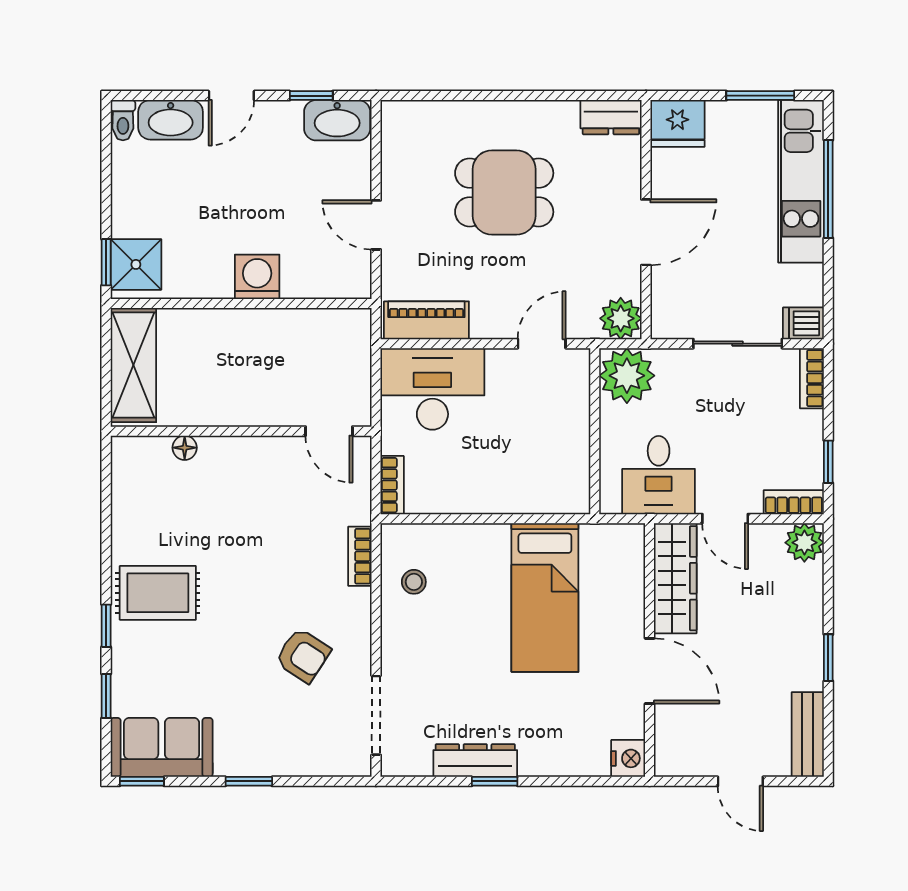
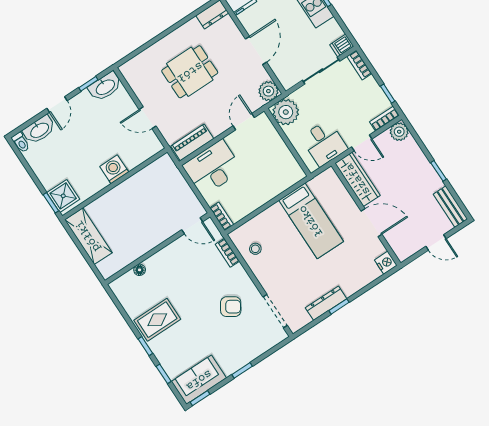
wall: (241, 431) -> (158, 249), moved
door: (329, 431) -> (192, 226), moved
floor lamp: (185, 448) -> (140, 270), moved

